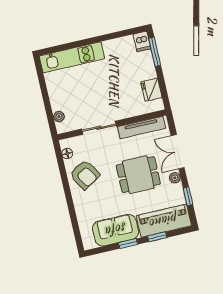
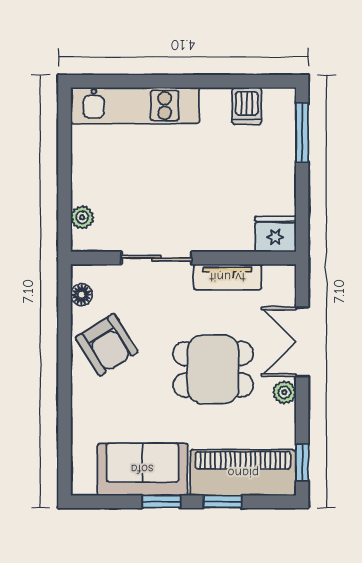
dishwasher: (142, 41) -> (247, 106), moved
fridge: (151, 90) -> (275, 234), moved, turned 90
tv unit: (142, 127) -> (227, 277), width x0.71
window: (188, 196) -> (302, 462), moved

